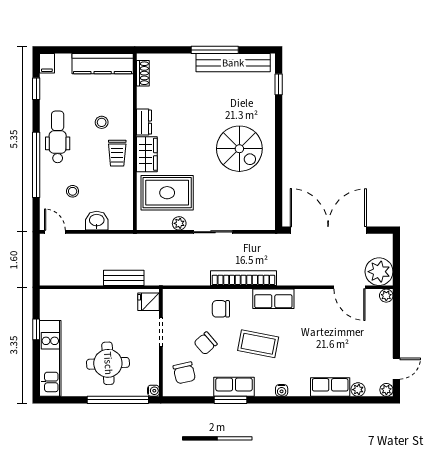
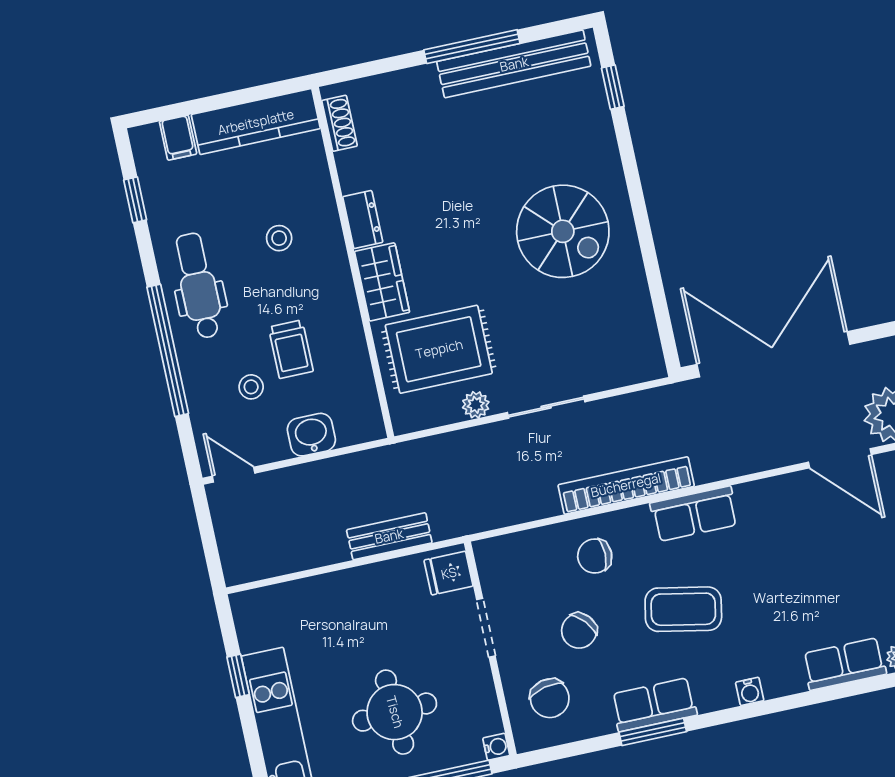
filing cabinet: (47, 63) -> (178, 138), moved
trolley: (117, 153) -> (291, 349), moved

